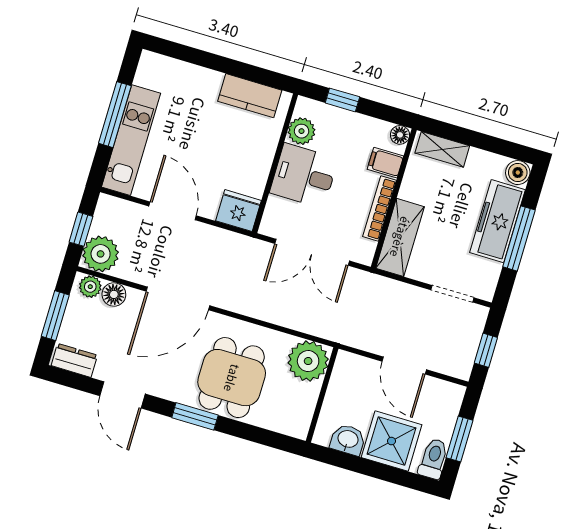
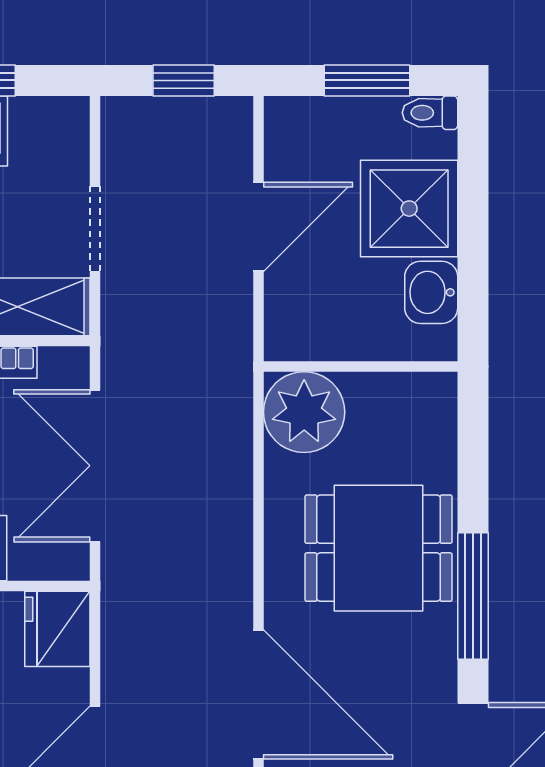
double door: (312, 252) -> (95, 466), swing flipped
doorway: (452, 294) -> (95, 229), moved
window: (195, 416) -> (473, 596), width x1.44
toilet: (433, 459) -> (430, 113), width x0.73, depth x0.72

